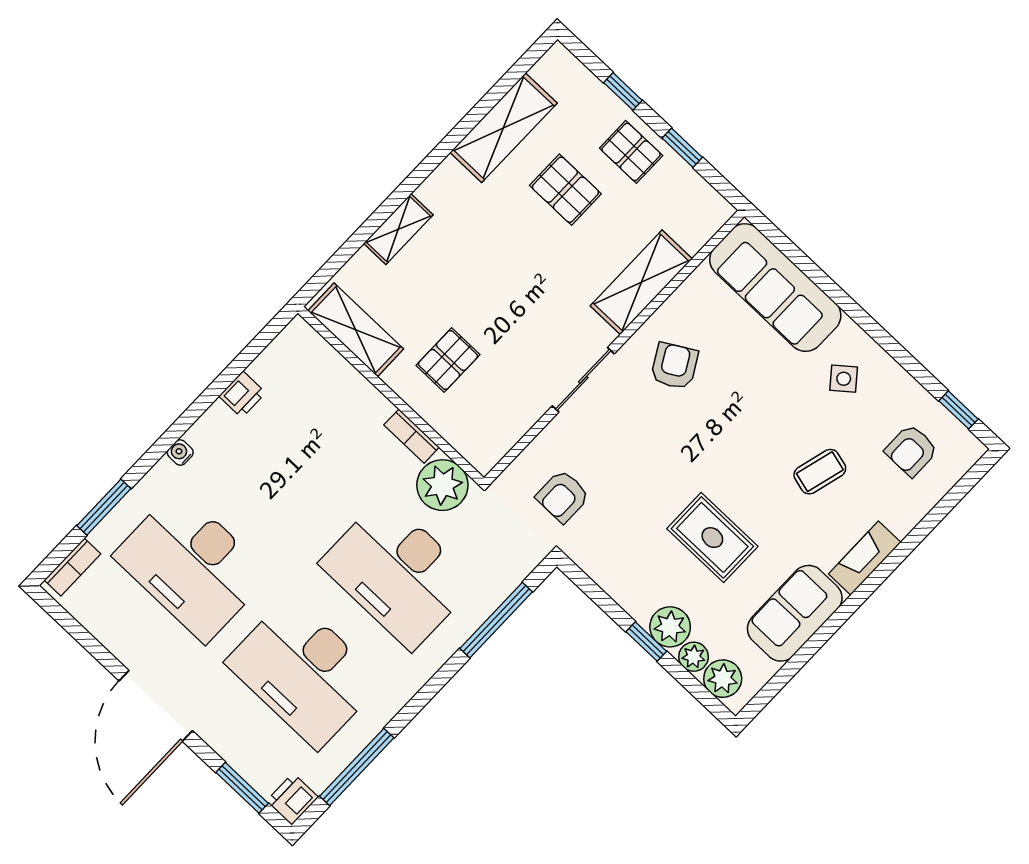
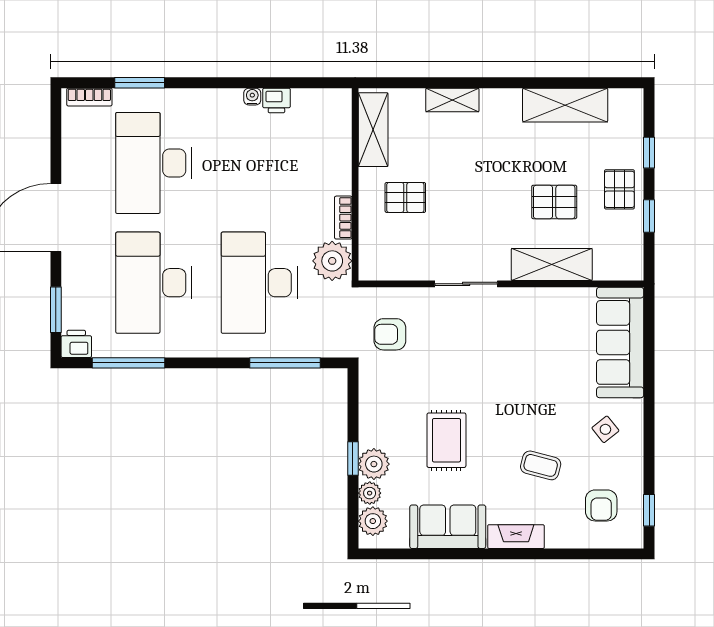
pallet: (565, 190) -> (554, 202), moved, turned 90
armchair: (674, 366) -> (522, 328), removed
armchair: (911, 450) -> (601, 505), turned -90
water cooler: (180, 453) -> (252, 97), moved

